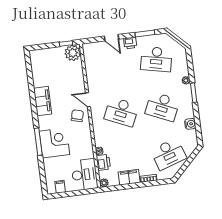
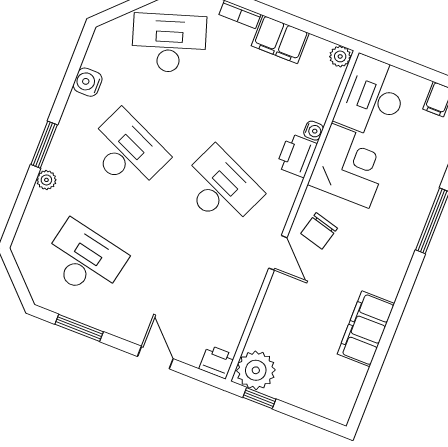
printer: (130, 43) -> (217, 362), moved
filing cabinet: (43, 101) -> (366, 329), moved
corner desk: (54, 143) -> (350, 166), moved, turned 180
printer: (103, 162) -> (297, 155), moved

